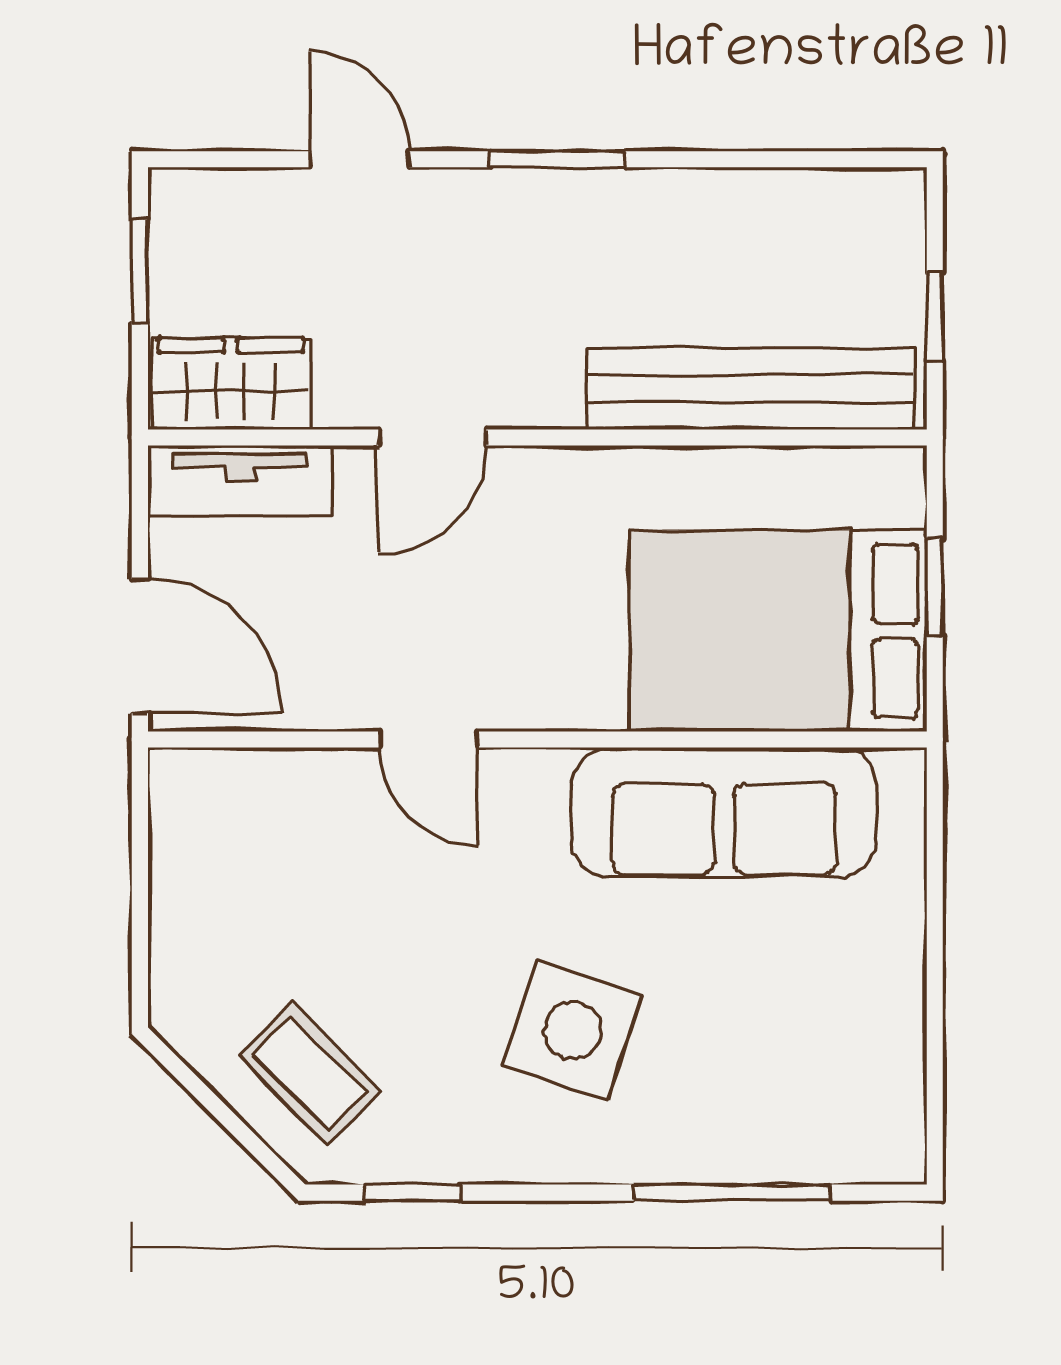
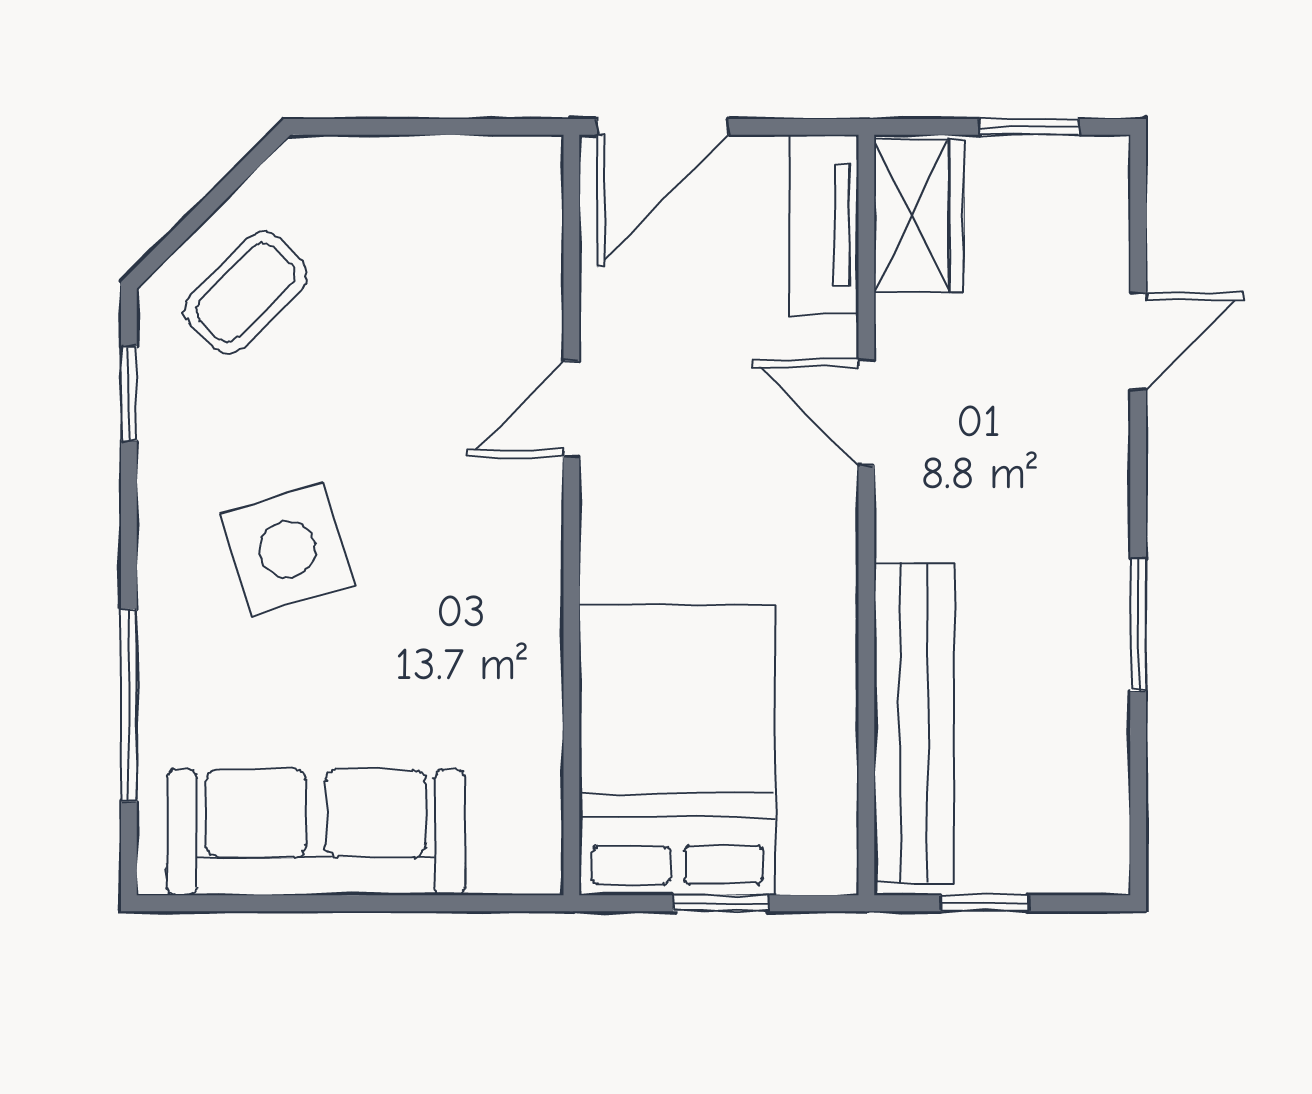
window: (557, 159) -> (1138, 625), moved
sofa: (724, 812) -> (316, 832), moved, turned 90
side table: (573, 1030) -> (287, 549), turned -35

